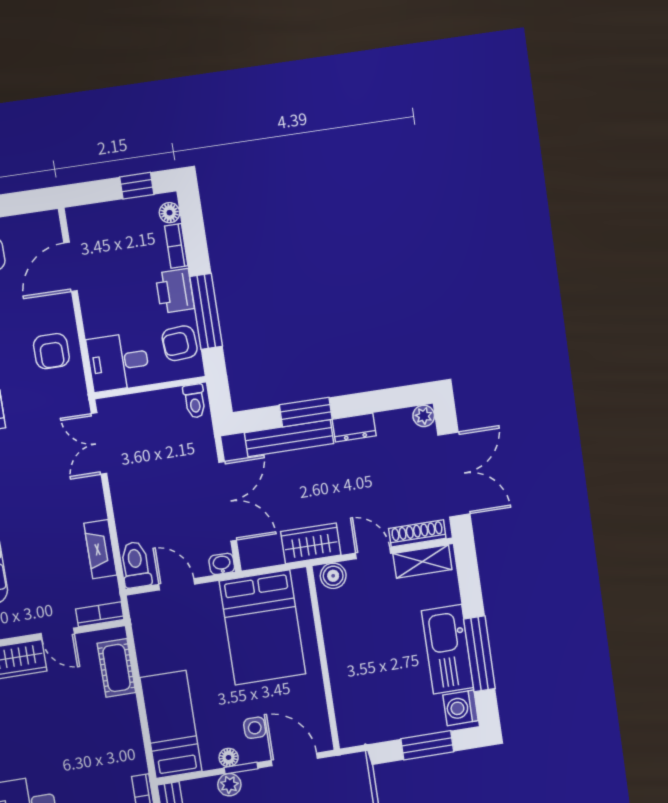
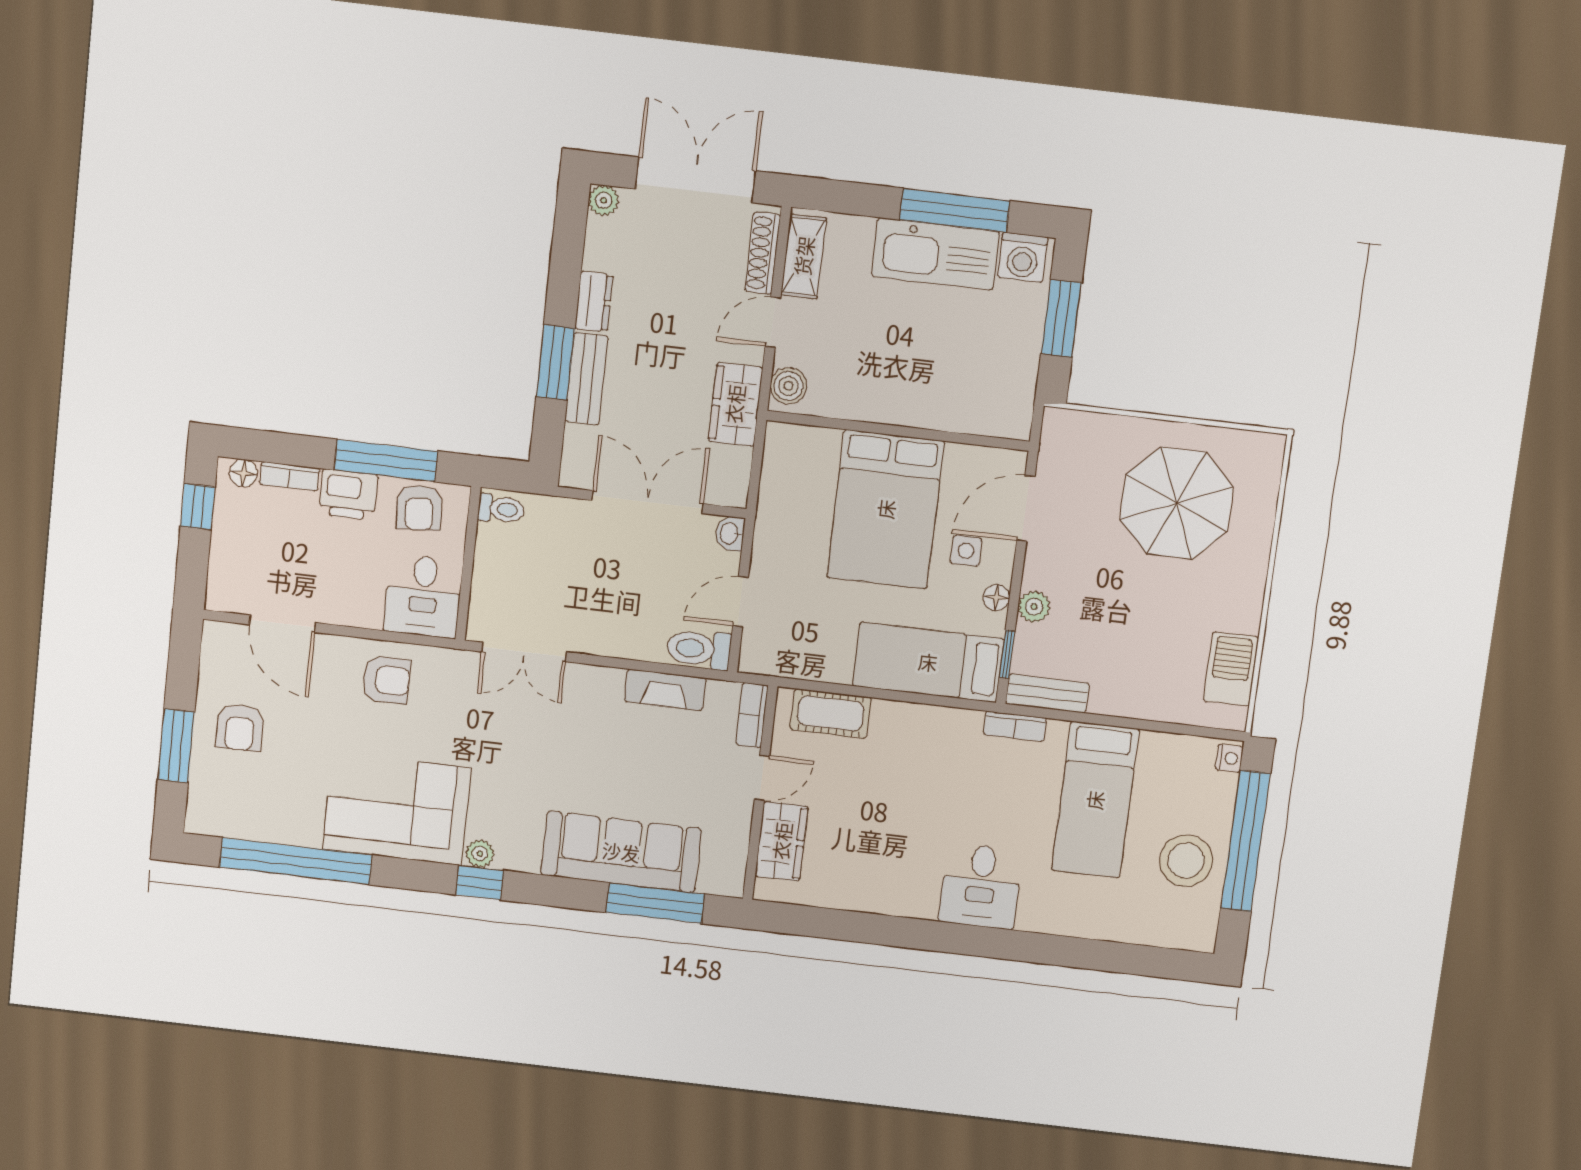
bench: (289, 438) -> (586, 379), width x0.73
bed: (262, 628) -> (886, 509), moved, turned 90
window: (241, 768) -> (1007, 654), moved

